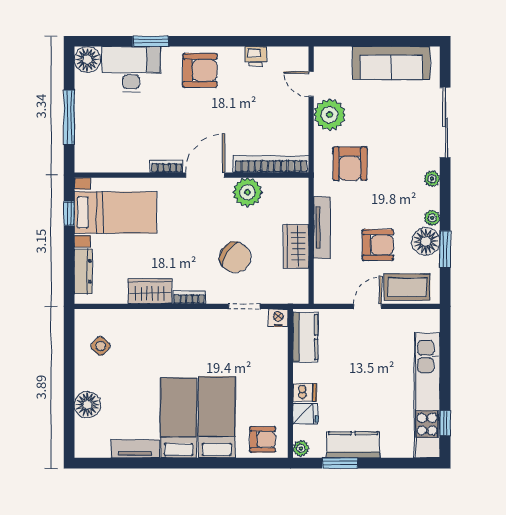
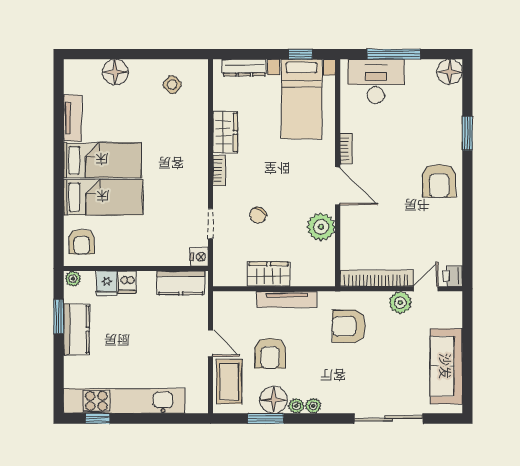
printer: (256, 56) -> (453, 276), moved
desk: (131, 69) -> (376, 81), moved, turned -90
plant: (330, 115) -> (400, 302), width x0.73, depth x0.73
bookcase: (271, 164) -> (376, 278), moved, turned -90
plant: (432, 179) -> (313, 406), moved
chair: (235, 258) -> (258, 215), width x0.54, depth x0.54

